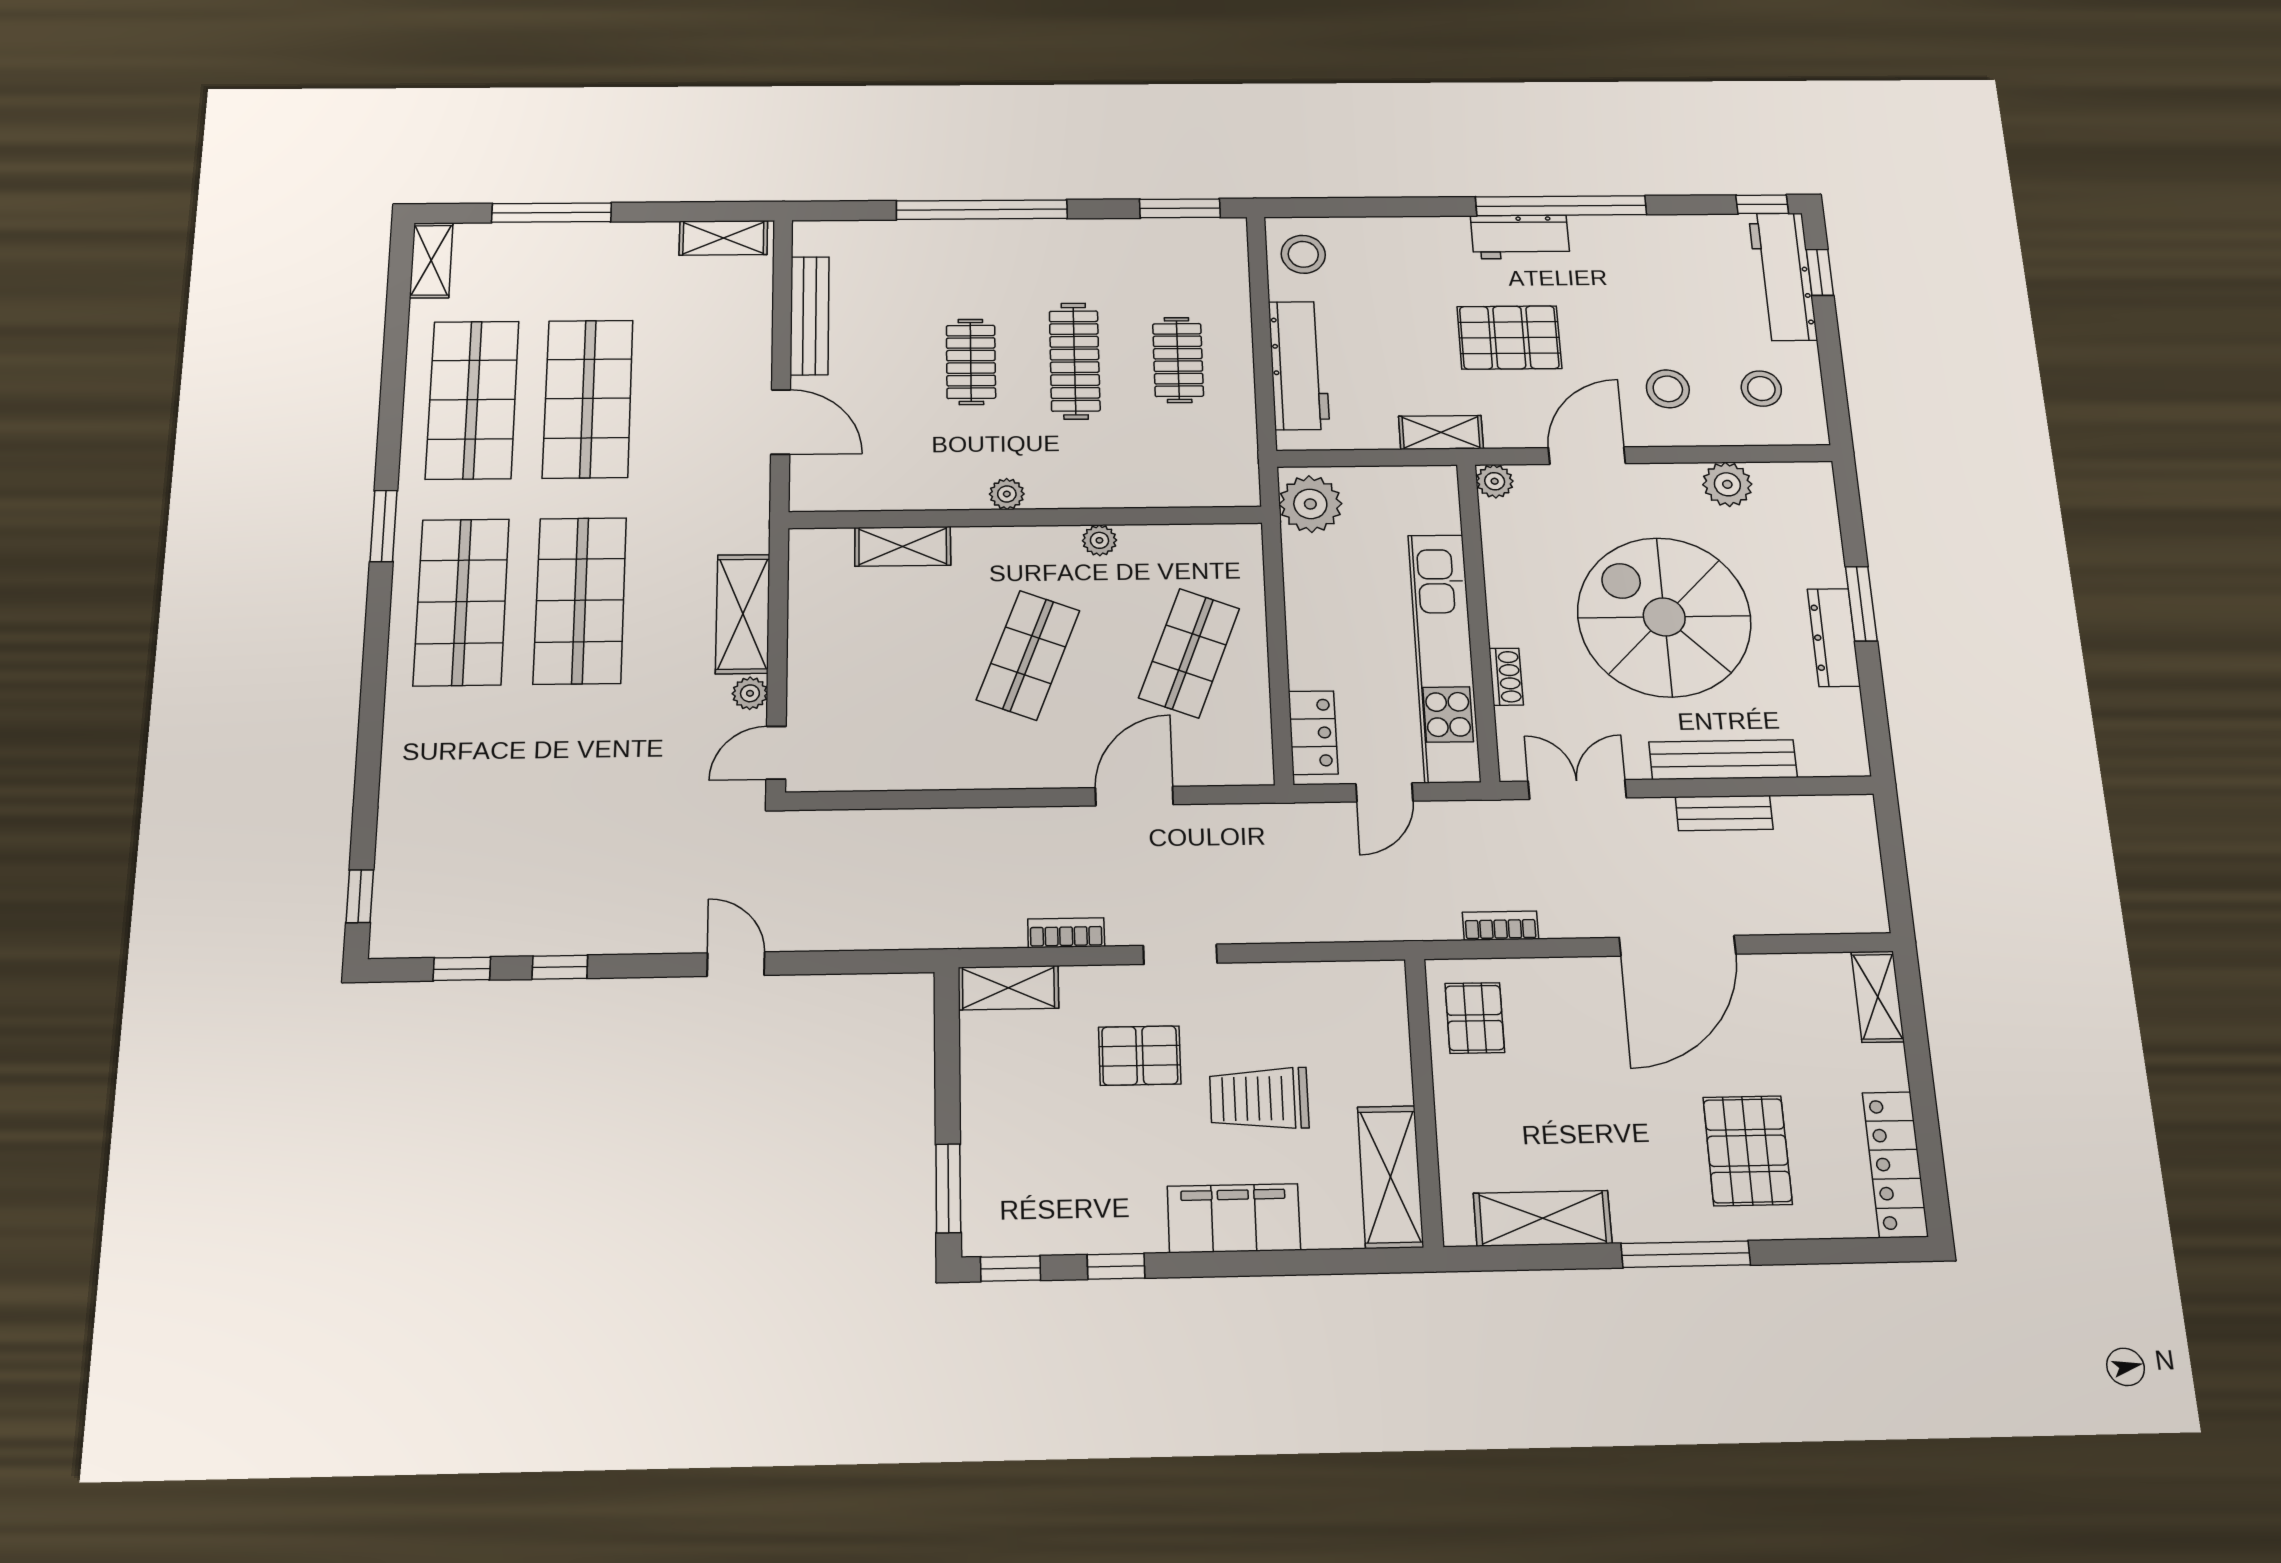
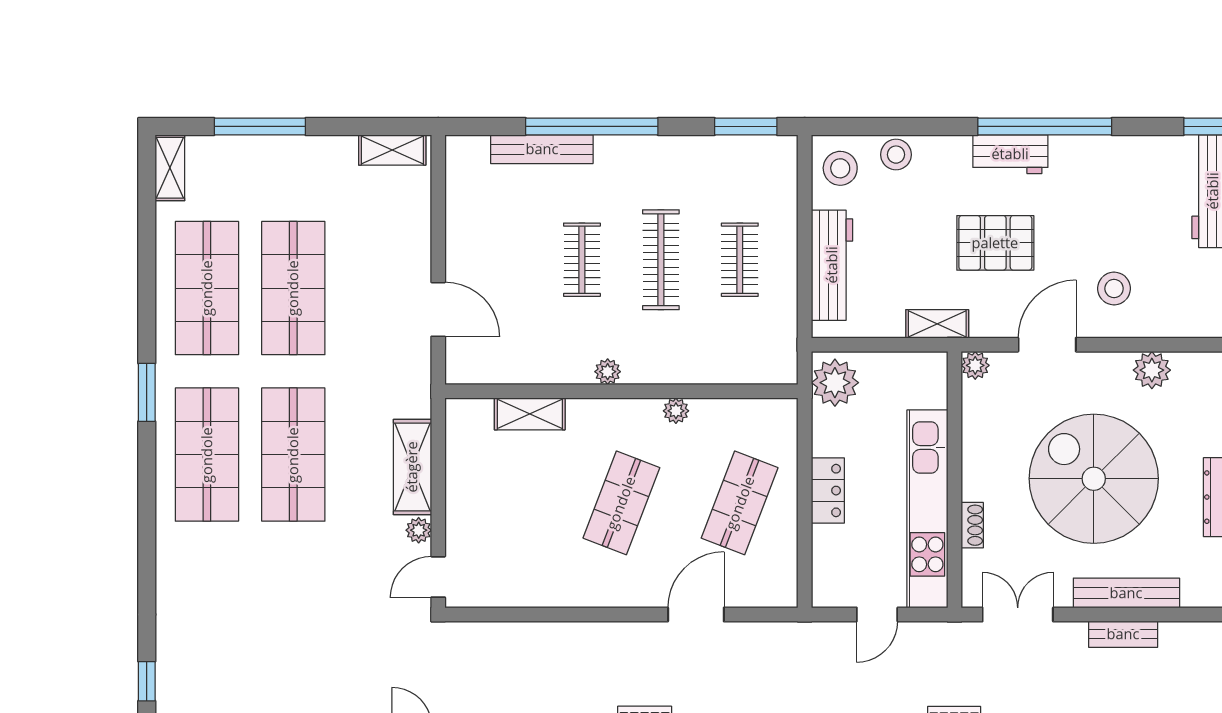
bench: (810, 316) -> (542, 149), moved, turned 90
stool: (1761, 389) -> (896, 155), moved
locker: (1313, 733) -> (828, 491), moved

